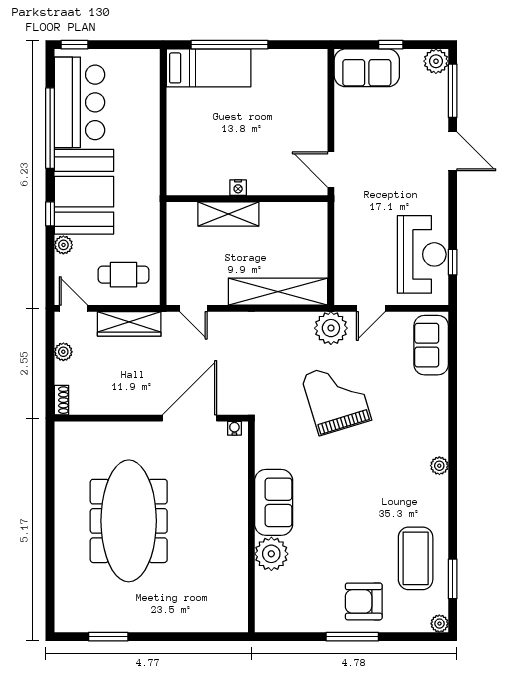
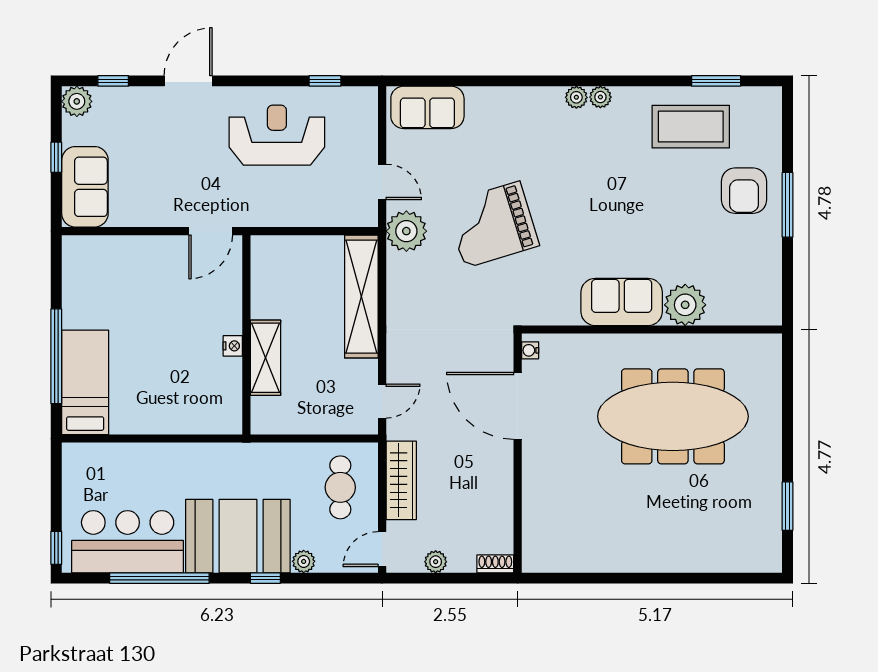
window: (453, 91) -> (113, 81), width x0.46
reception desk: (422, 254) -> (277, 135), moved
meeting table: (129, 521) -> (673, 416), moved
plant: (439, 624) -> (600, 97), moved

